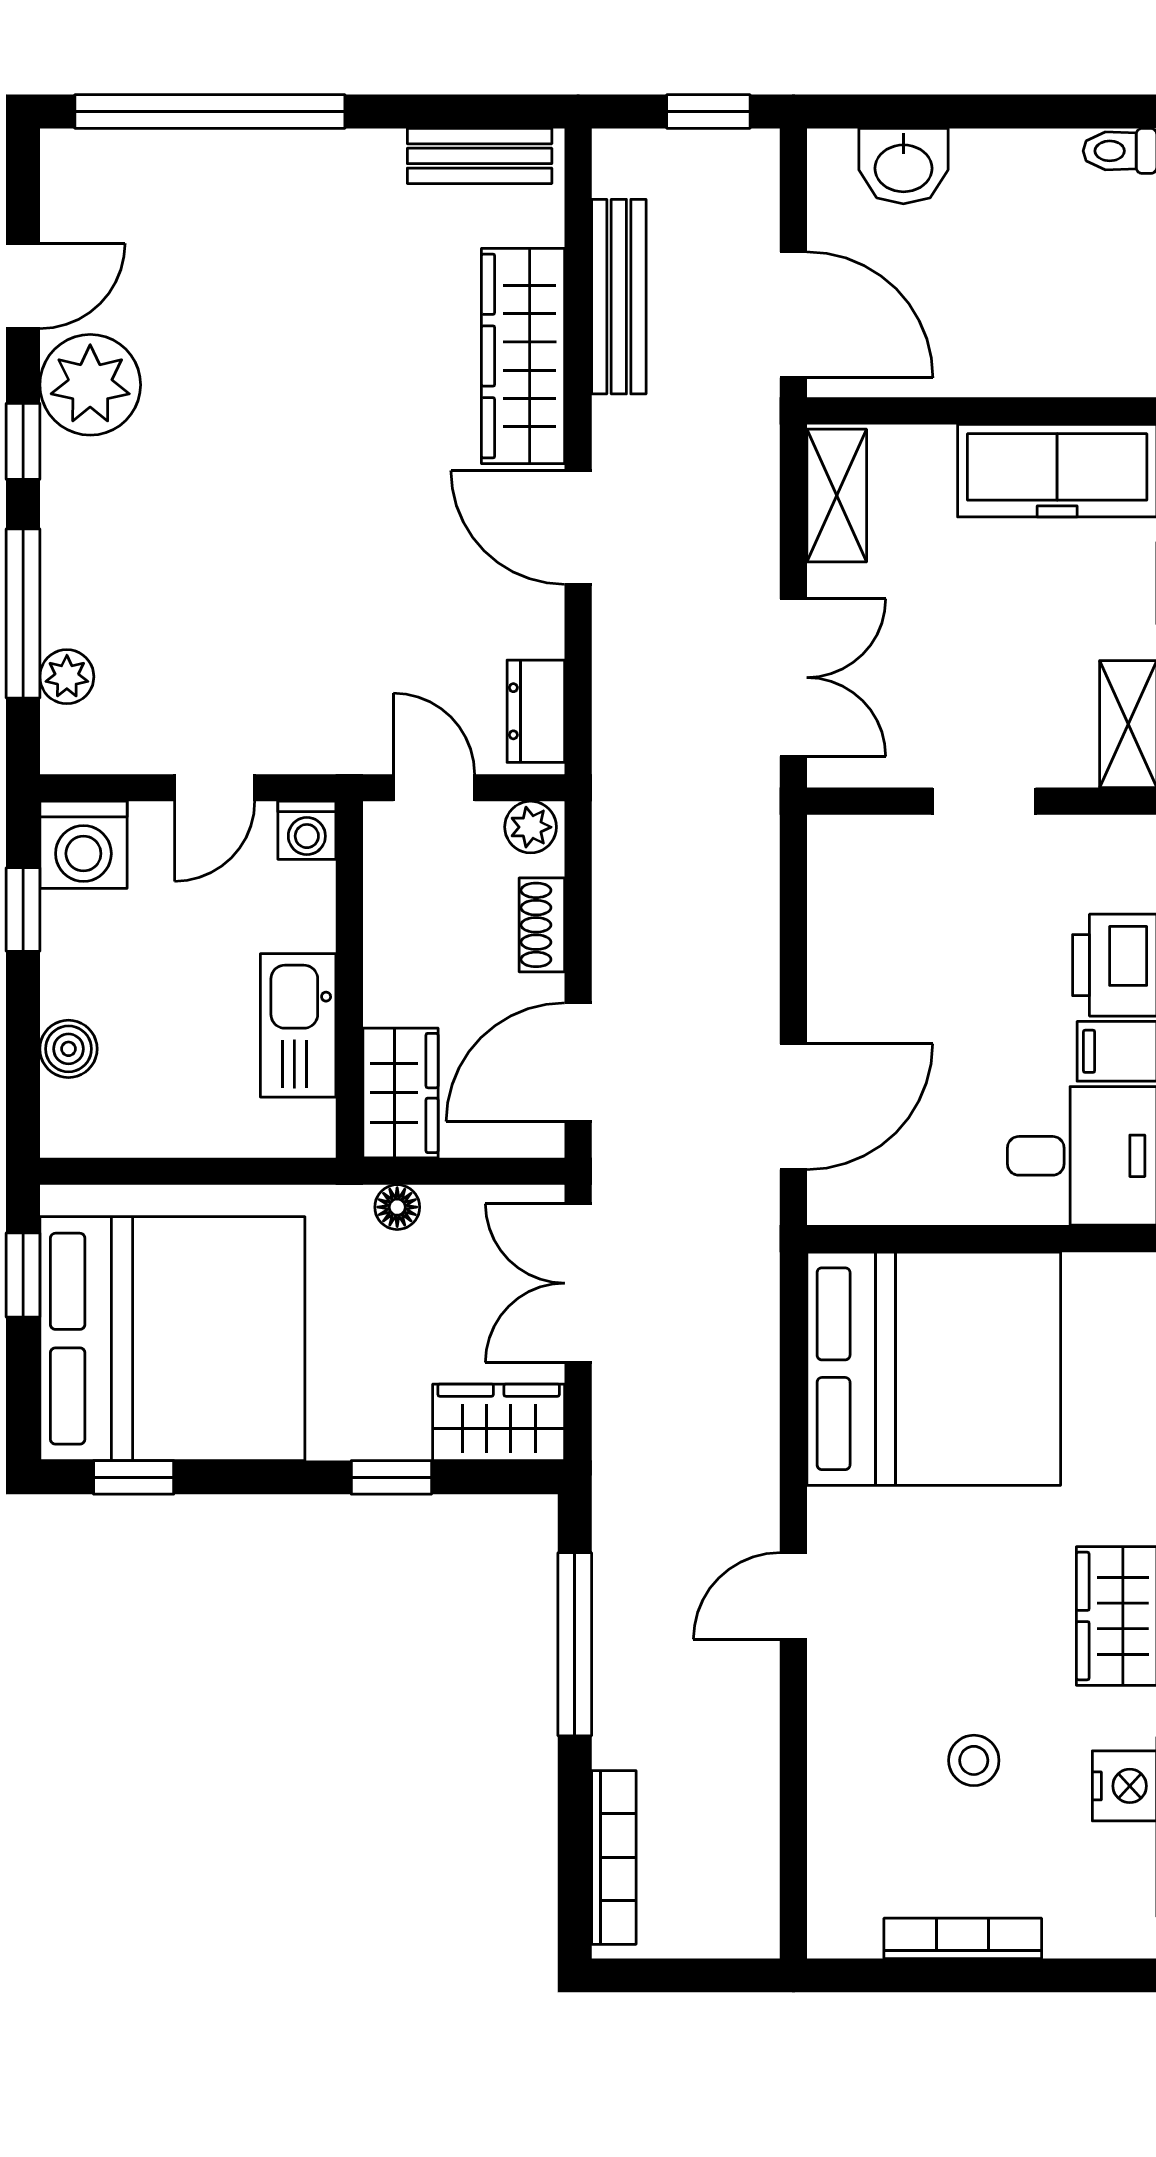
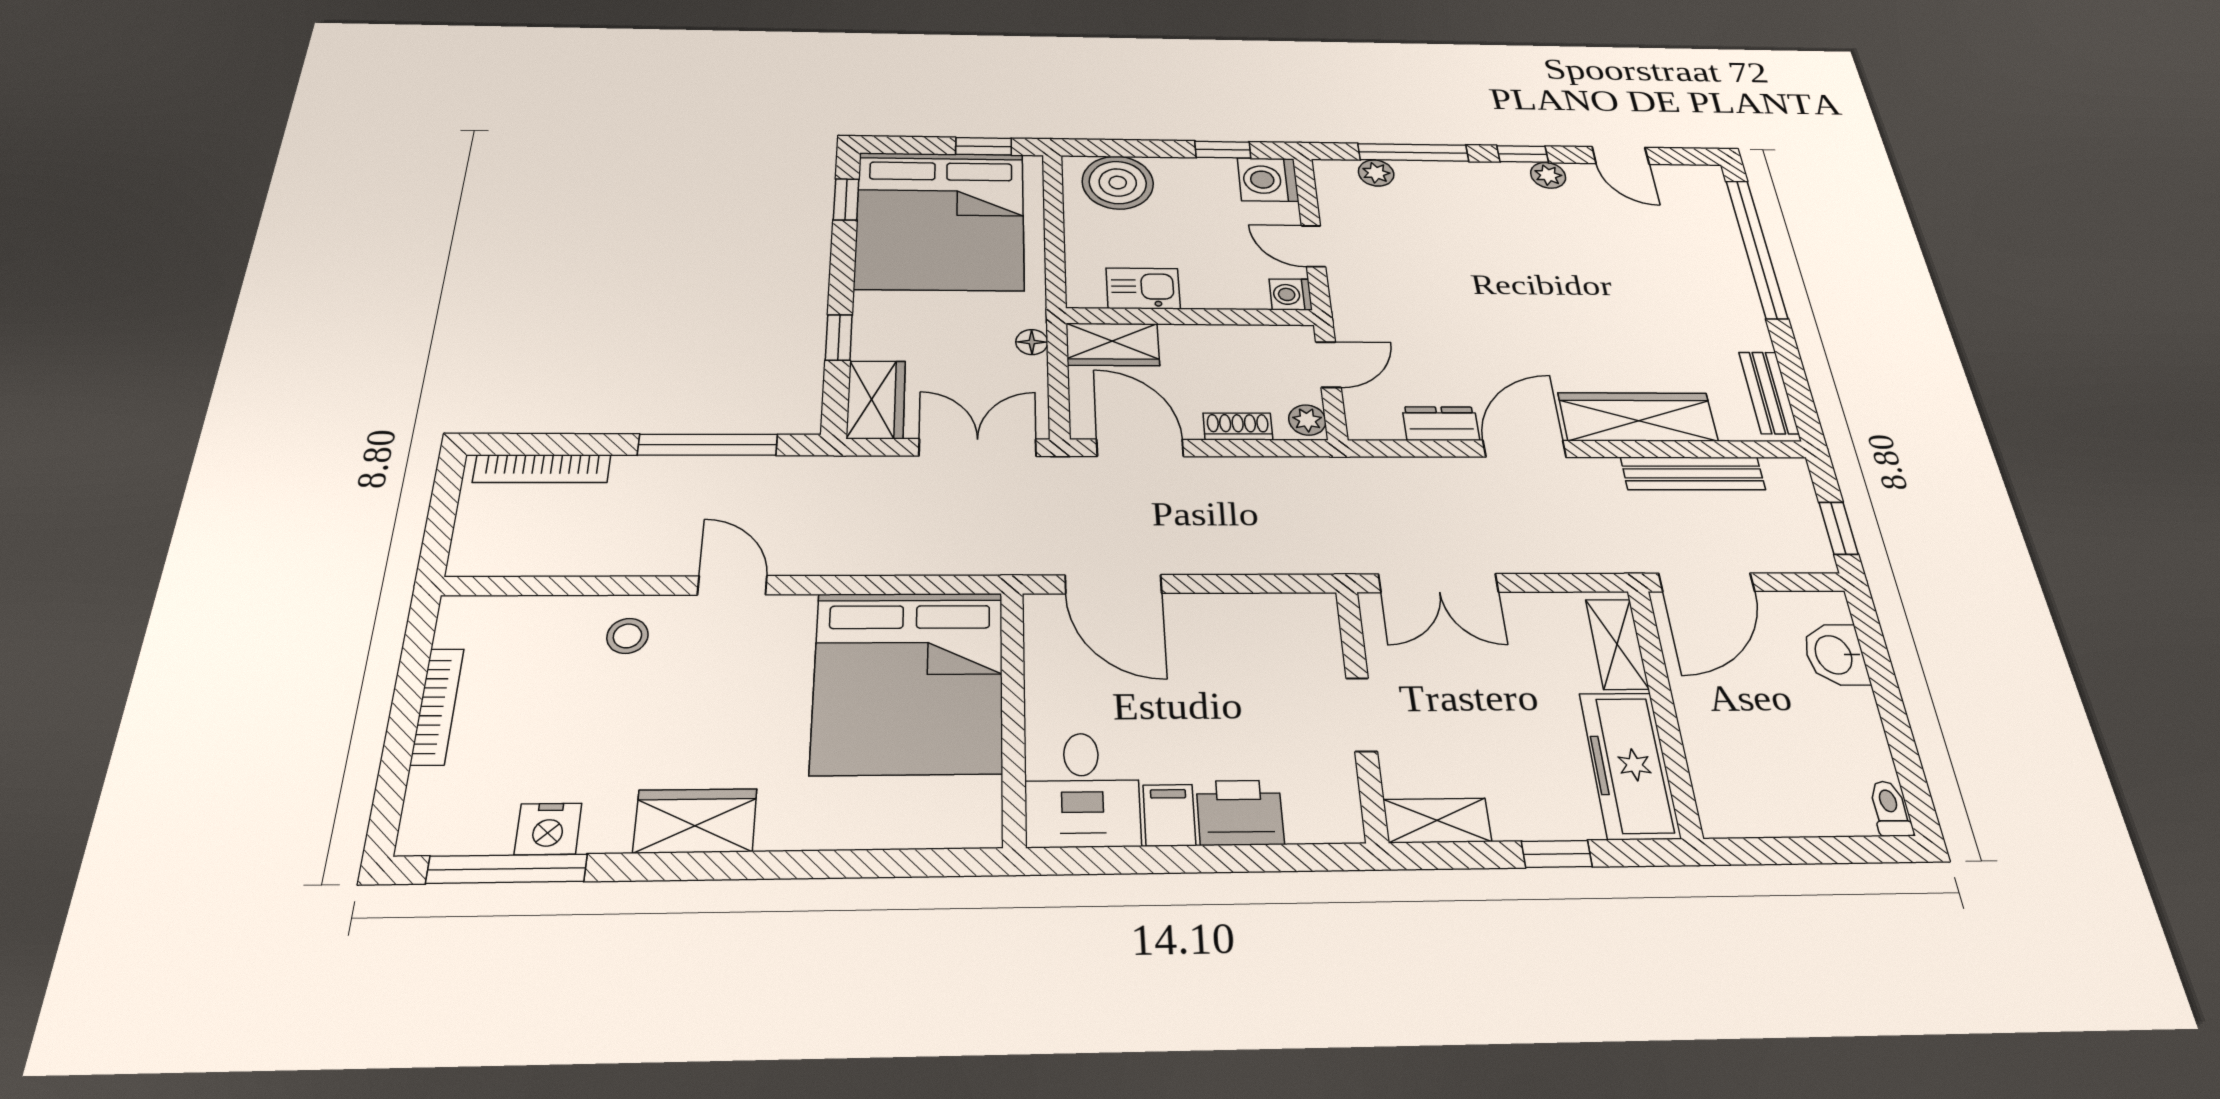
plant: (90, 385) -> (1548, 175), width x0.53, depth x0.53
shelving: (837, 496) -> (1617, 644), moved, turned 90
dresser: (536, 711) -> (1441, 424), moved
kitchen sink: (298, 1025) -> (1143, 288), width x0.73
boiler: (68, 1049) -> (1118, 183), width x1.86, depth x1.86
stool: (974, 1760) -> (627, 636), moved

